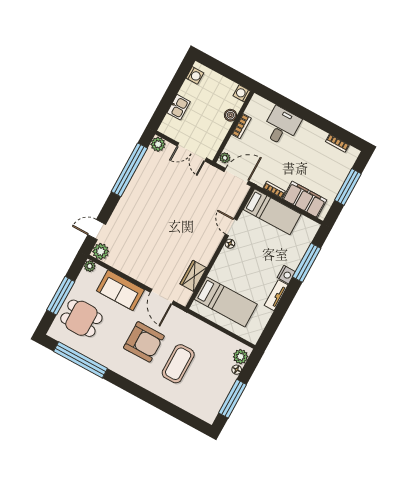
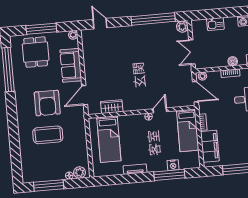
plant: (101, 251) -> (87, 36), removed
nightstand: (286, 275) -> (173, 165), moved

